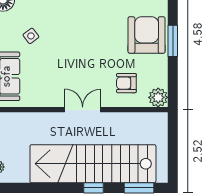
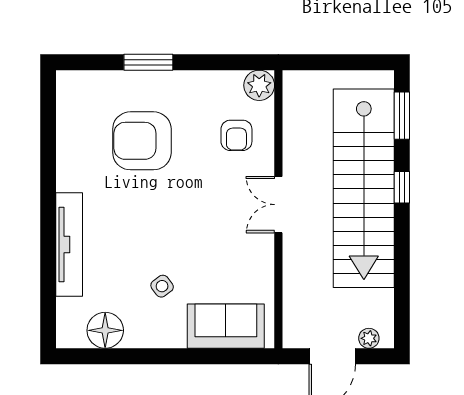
armchair: (147, 35) -> (142, 141), moved
window: (173, 41) -> (148, 62), moved

